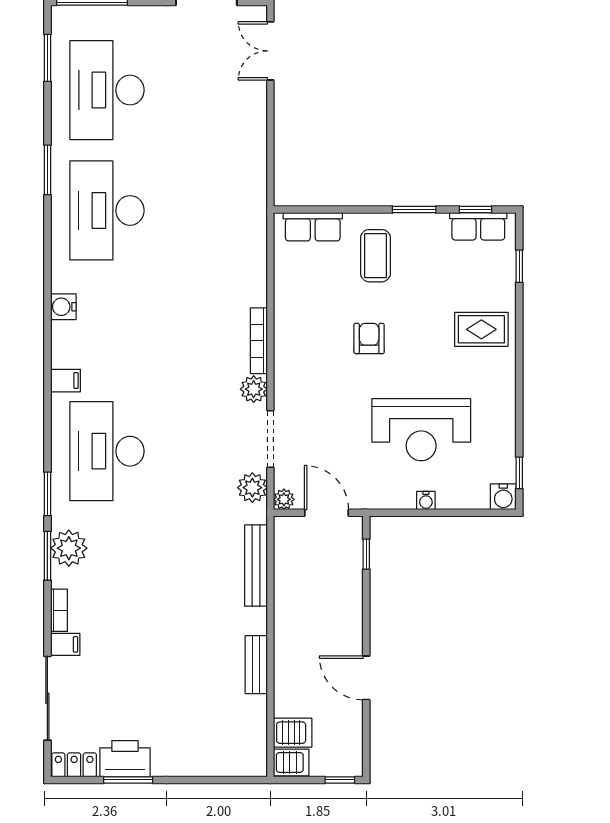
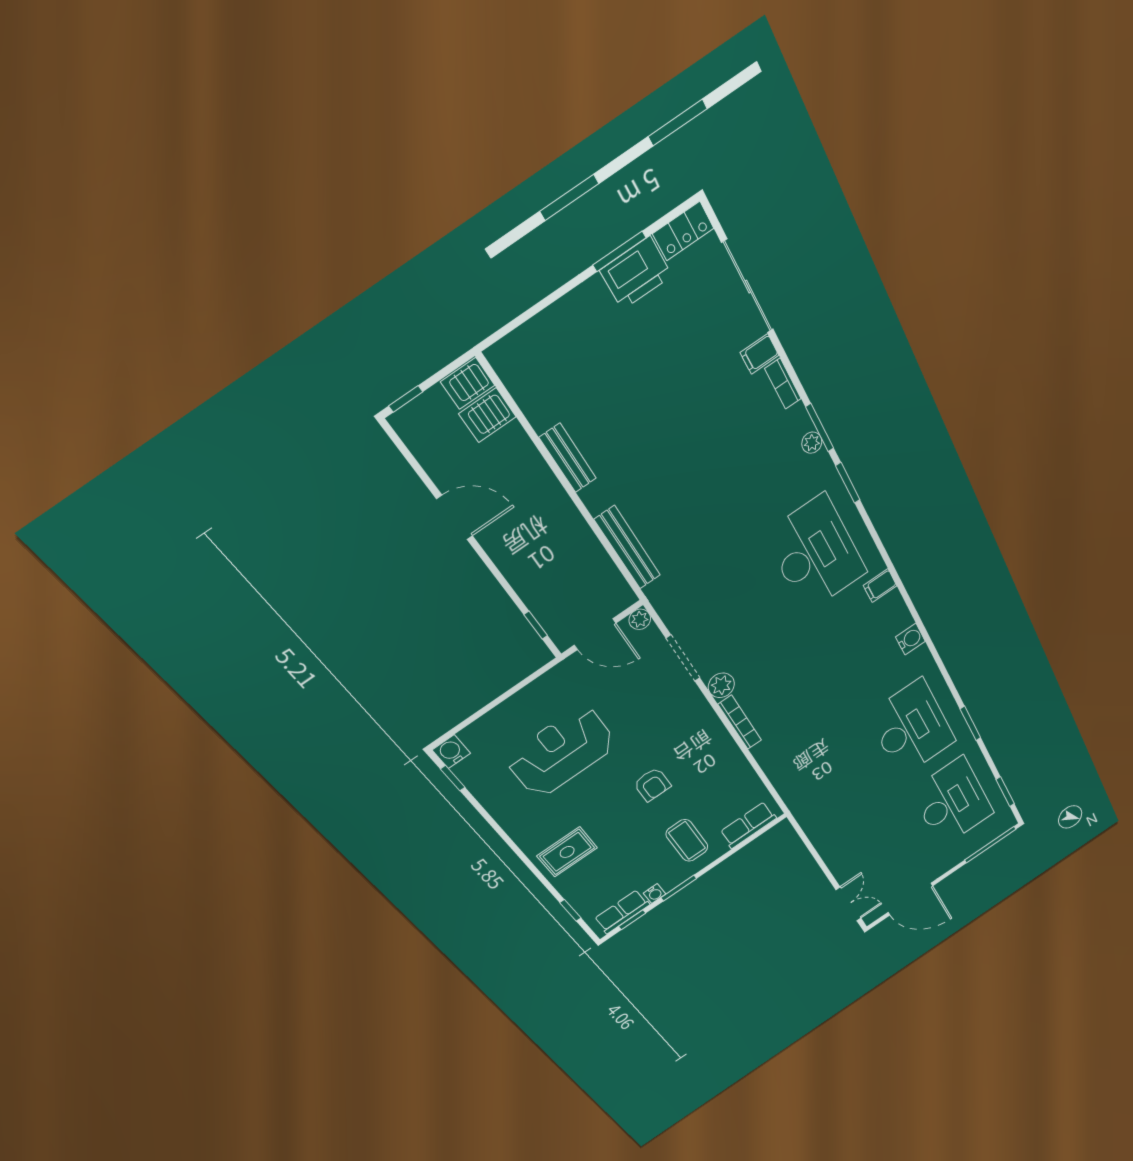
plant: (252, 488) -> (673, 610), removed
water cooler: (426, 501) -> (655, 894), moved, turned 180
plant: (69, 548) -> (812, 443), width x0.53, depth x0.53

